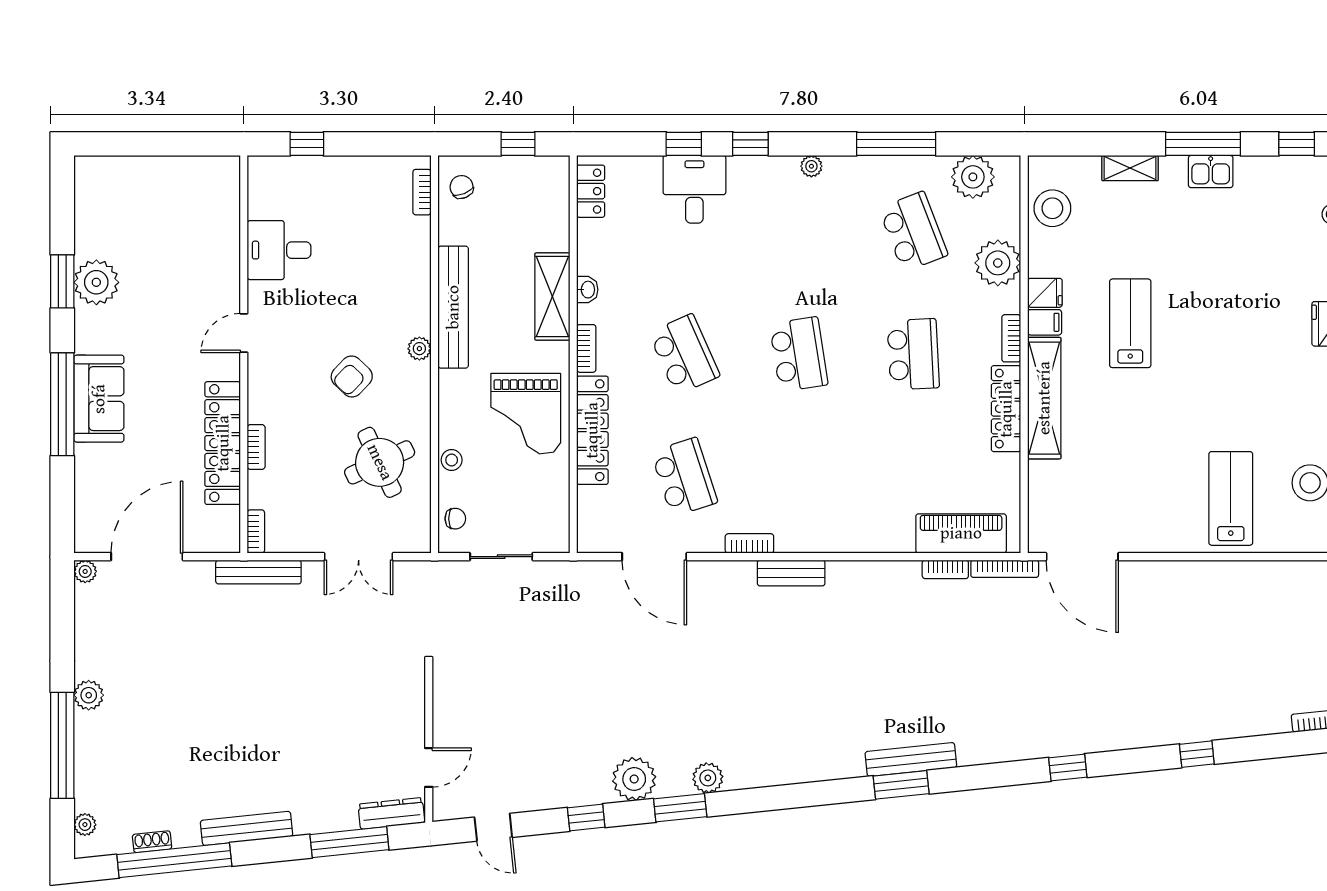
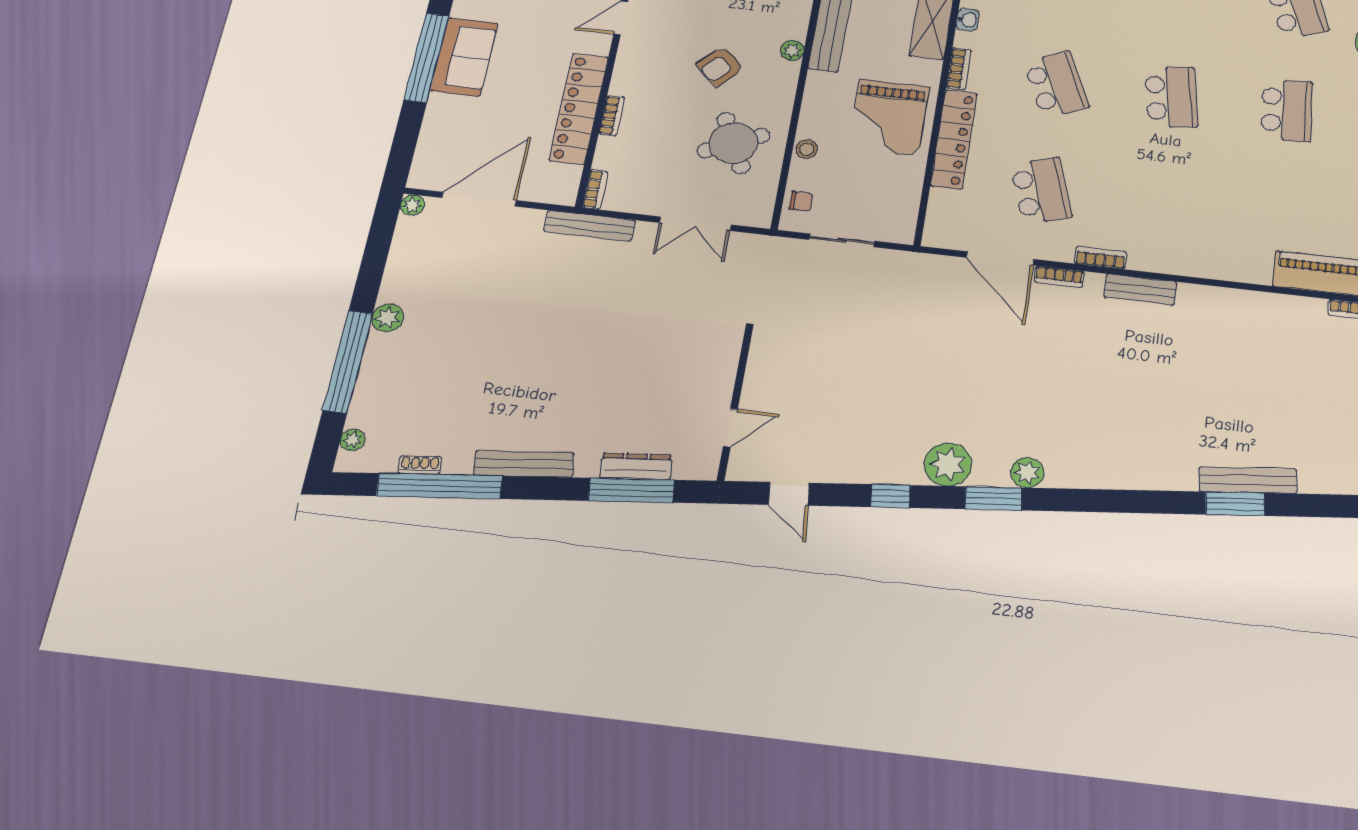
bookcase: (945, 569) -> (1059, 277), moved
dresser: (391, 813) -> (636, 466), moved

